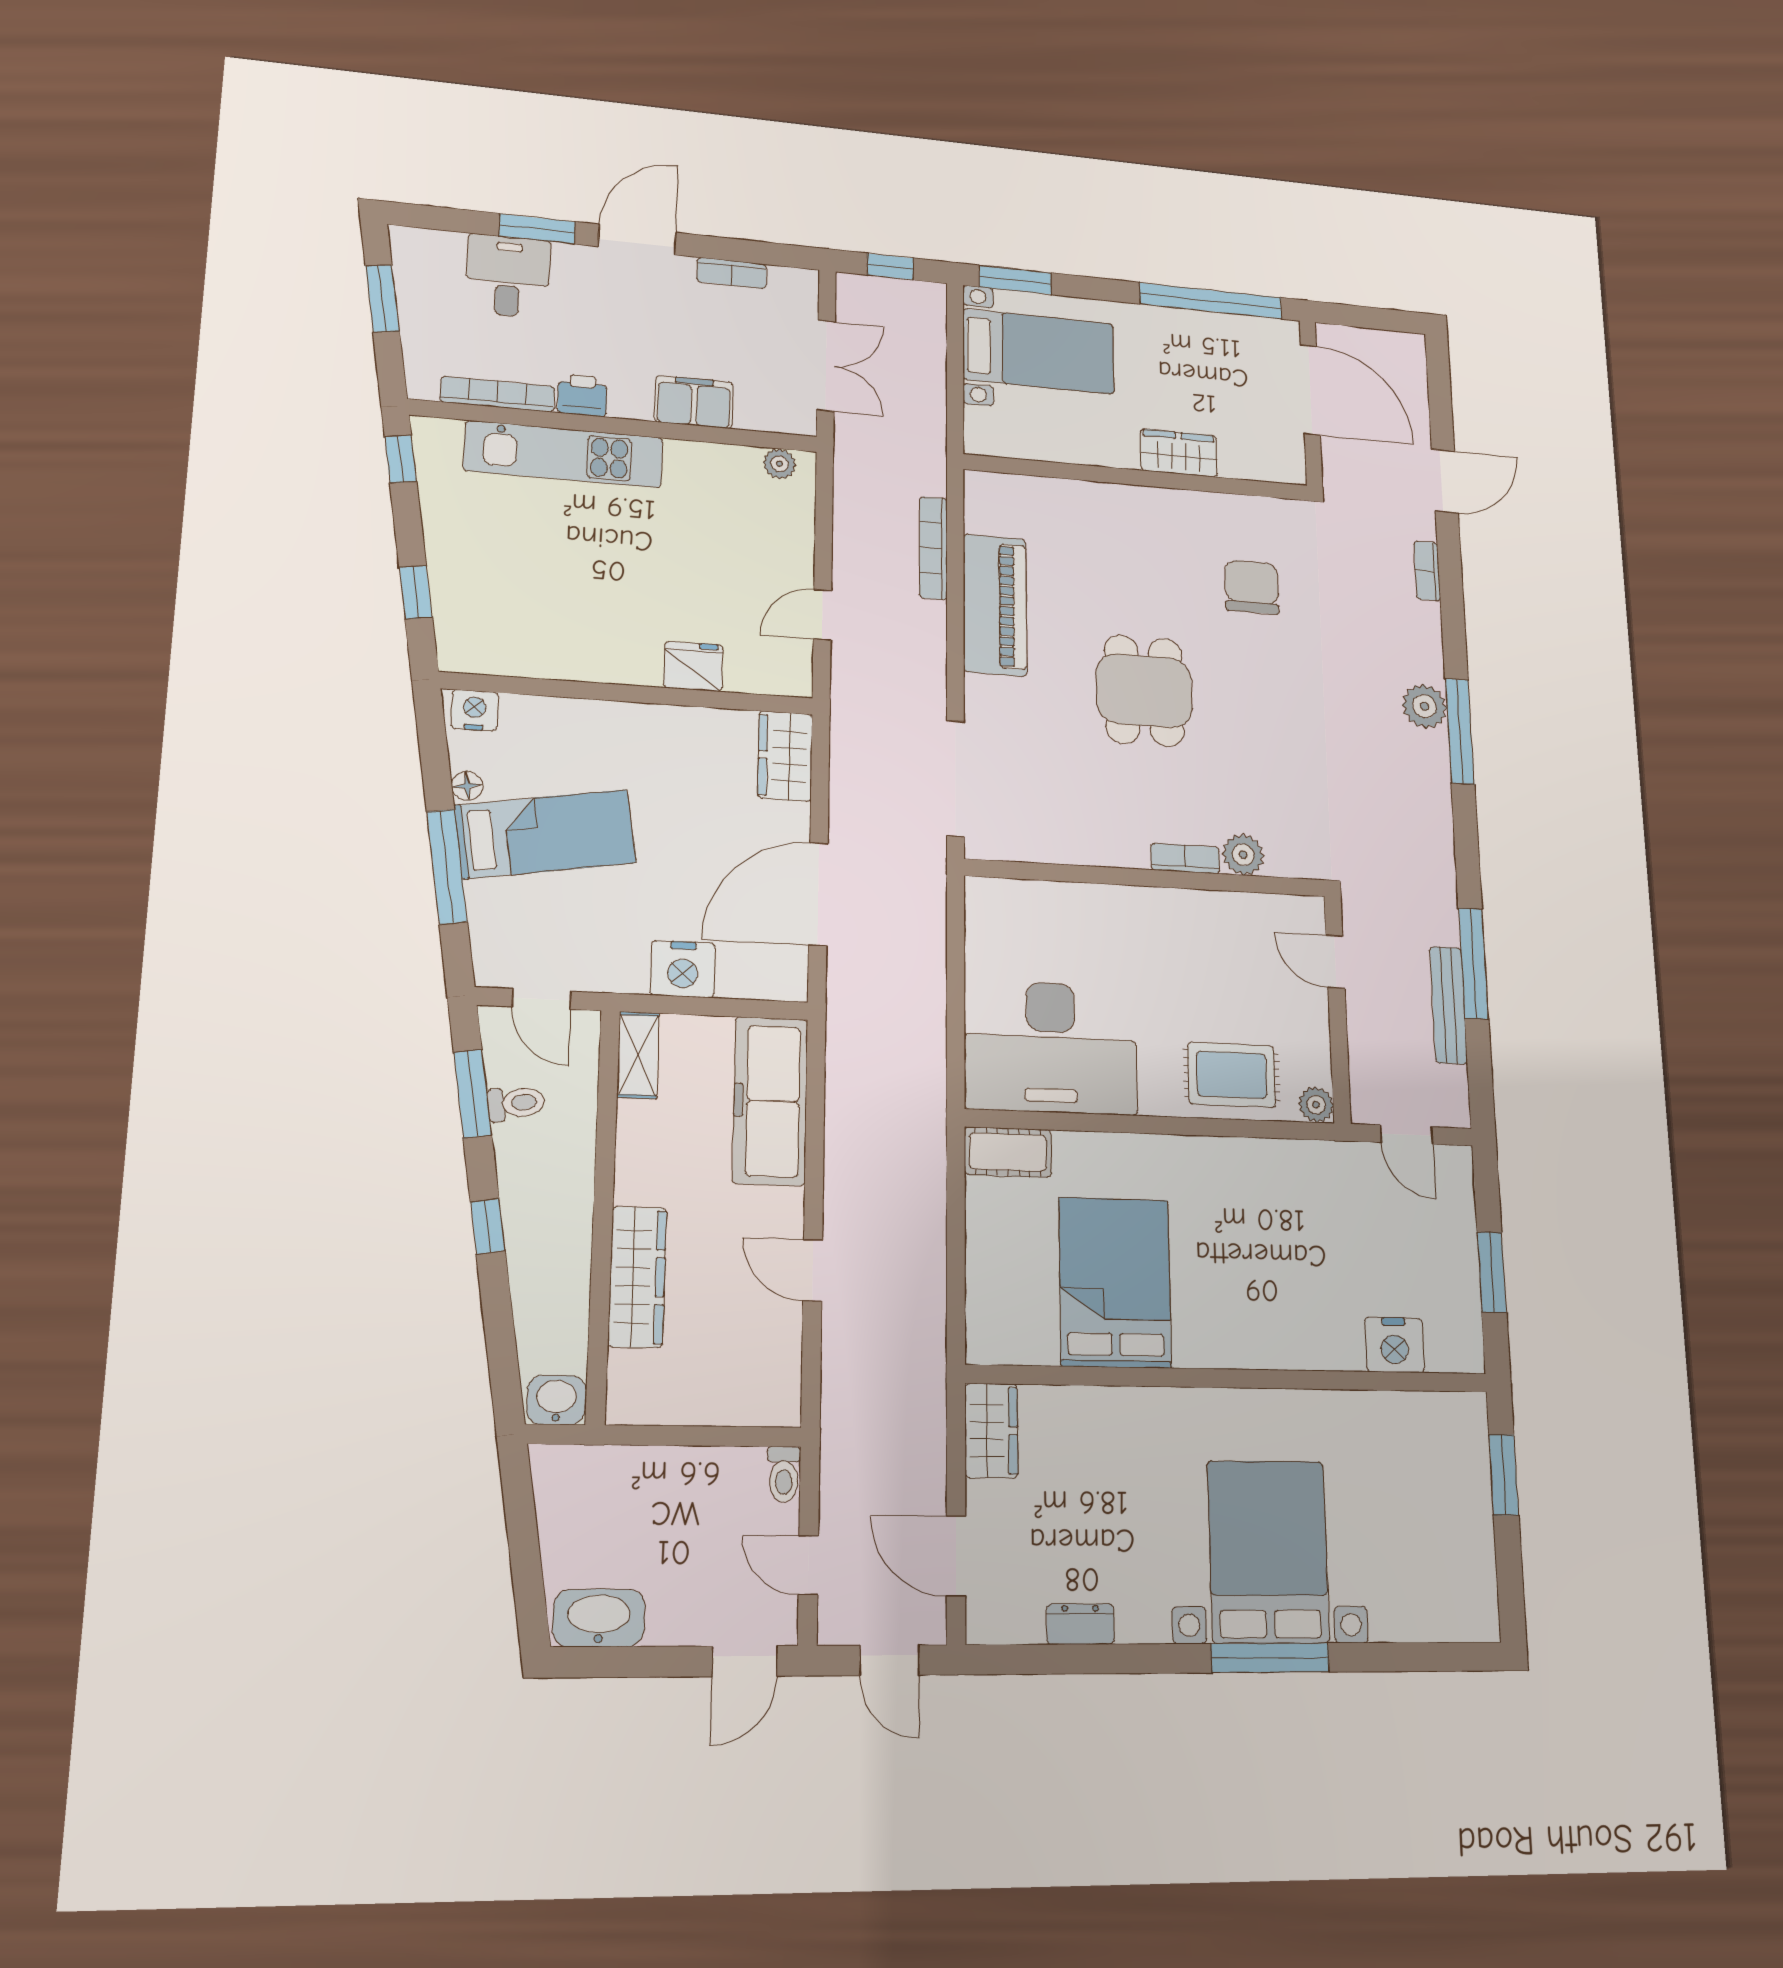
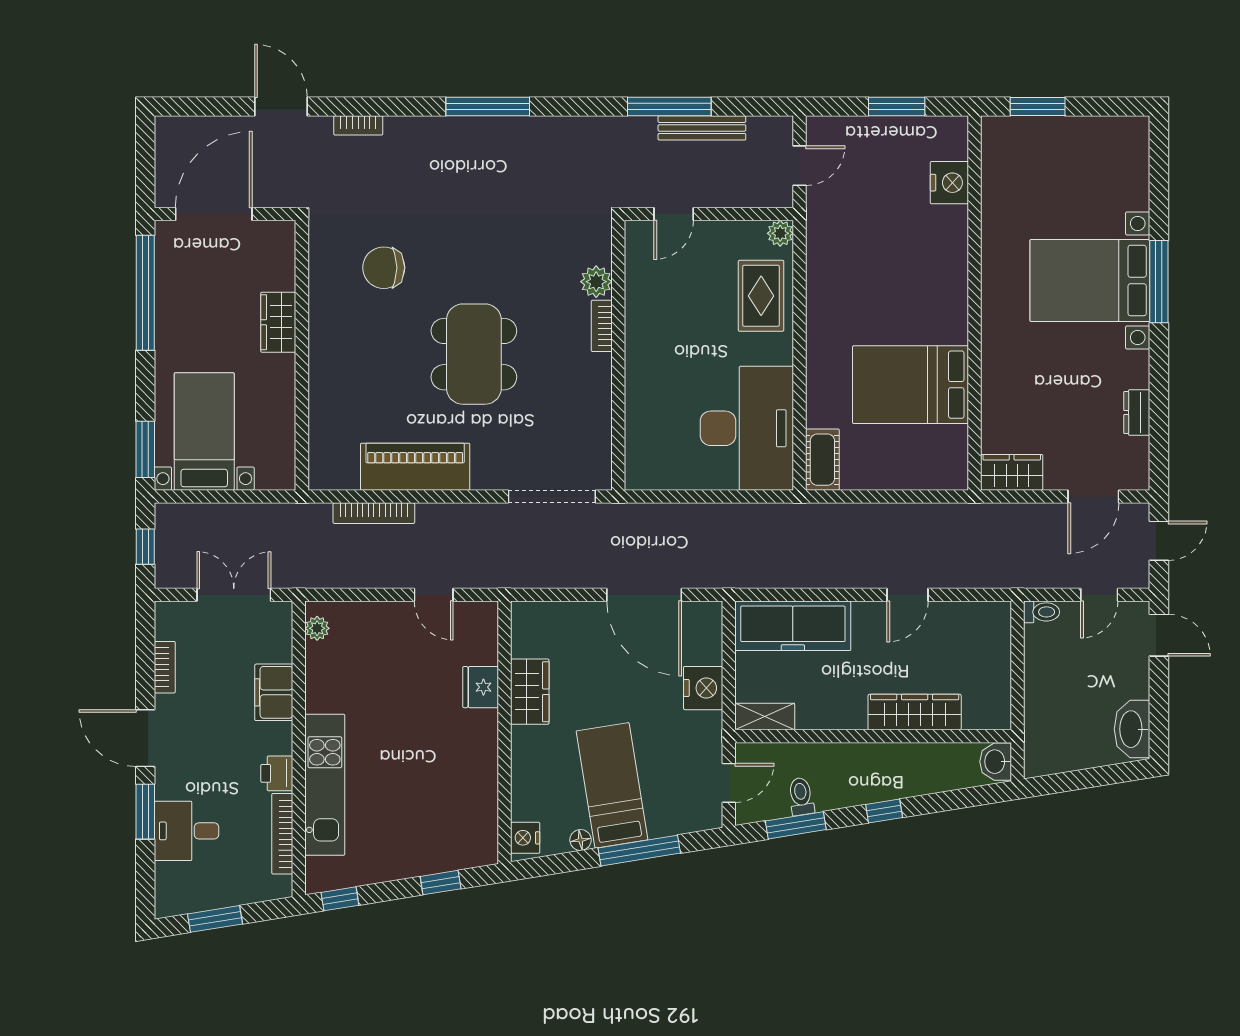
dining table: (1144, 691) -> (474, 354), width x1.37
plant: (1425, 706) -> (470, 134), removed
wardrobe: (785, 756) -> (530, 692), moved, turned -90

